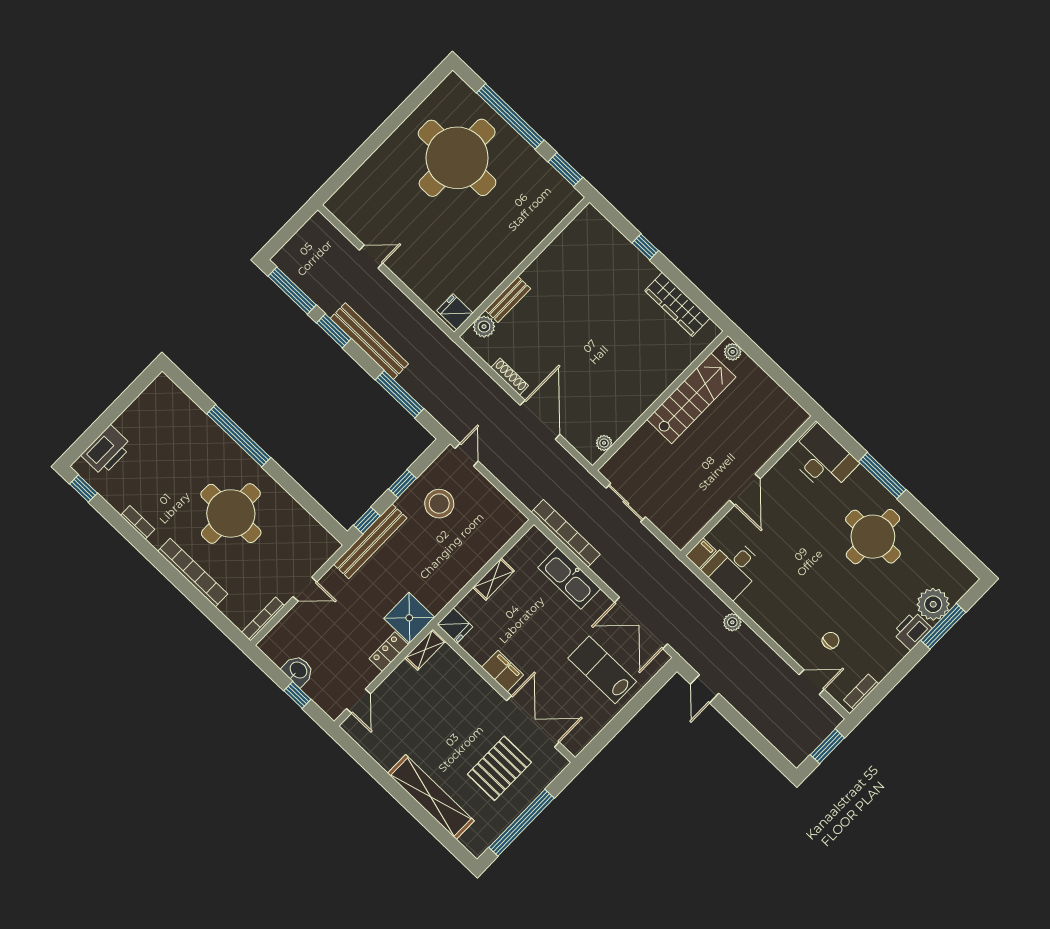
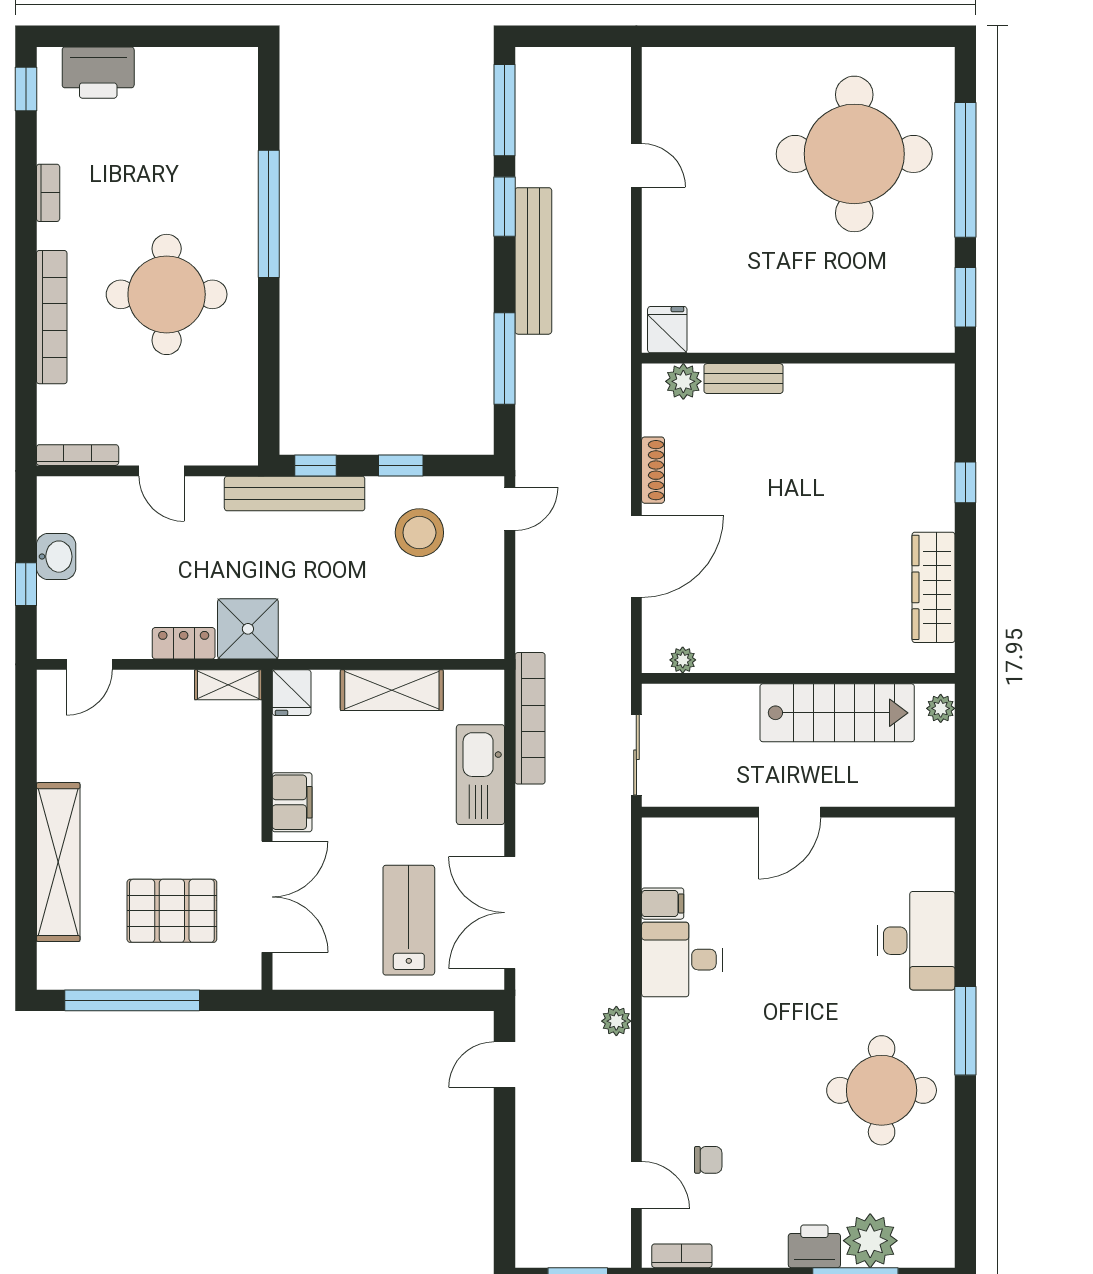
wall: (748, 486) -> (798, 812), moved
door: (745, 490) -> (790, 812), moved
shelving: (494, 579) -> (392, 690), width x1.50, depth x1.33

